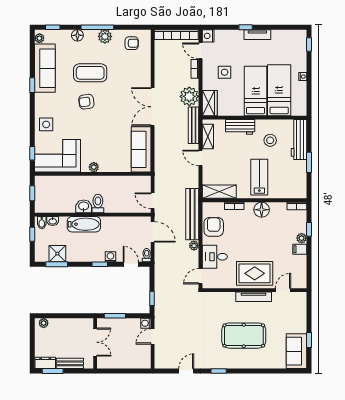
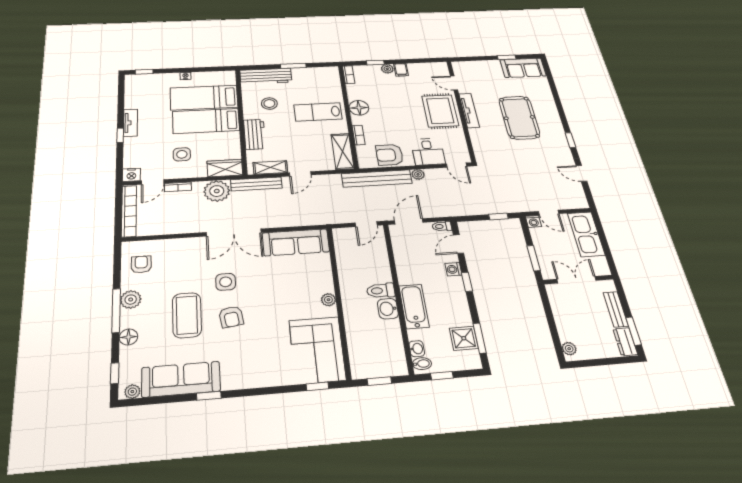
side table: (46, 124) -> (226, 282), moved
kitchen sink: (132, 359) -> (586, 234), added

